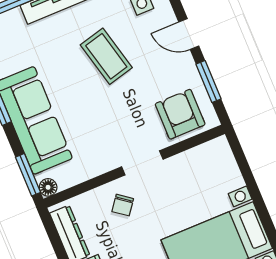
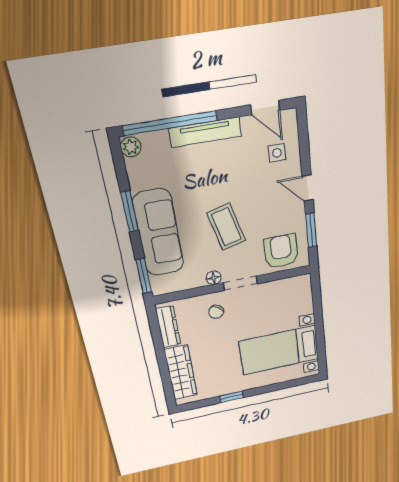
coffee table: (106, 56) -> (226, 227), moved
floor lamp: (48, 187) -> (214, 278), moved

